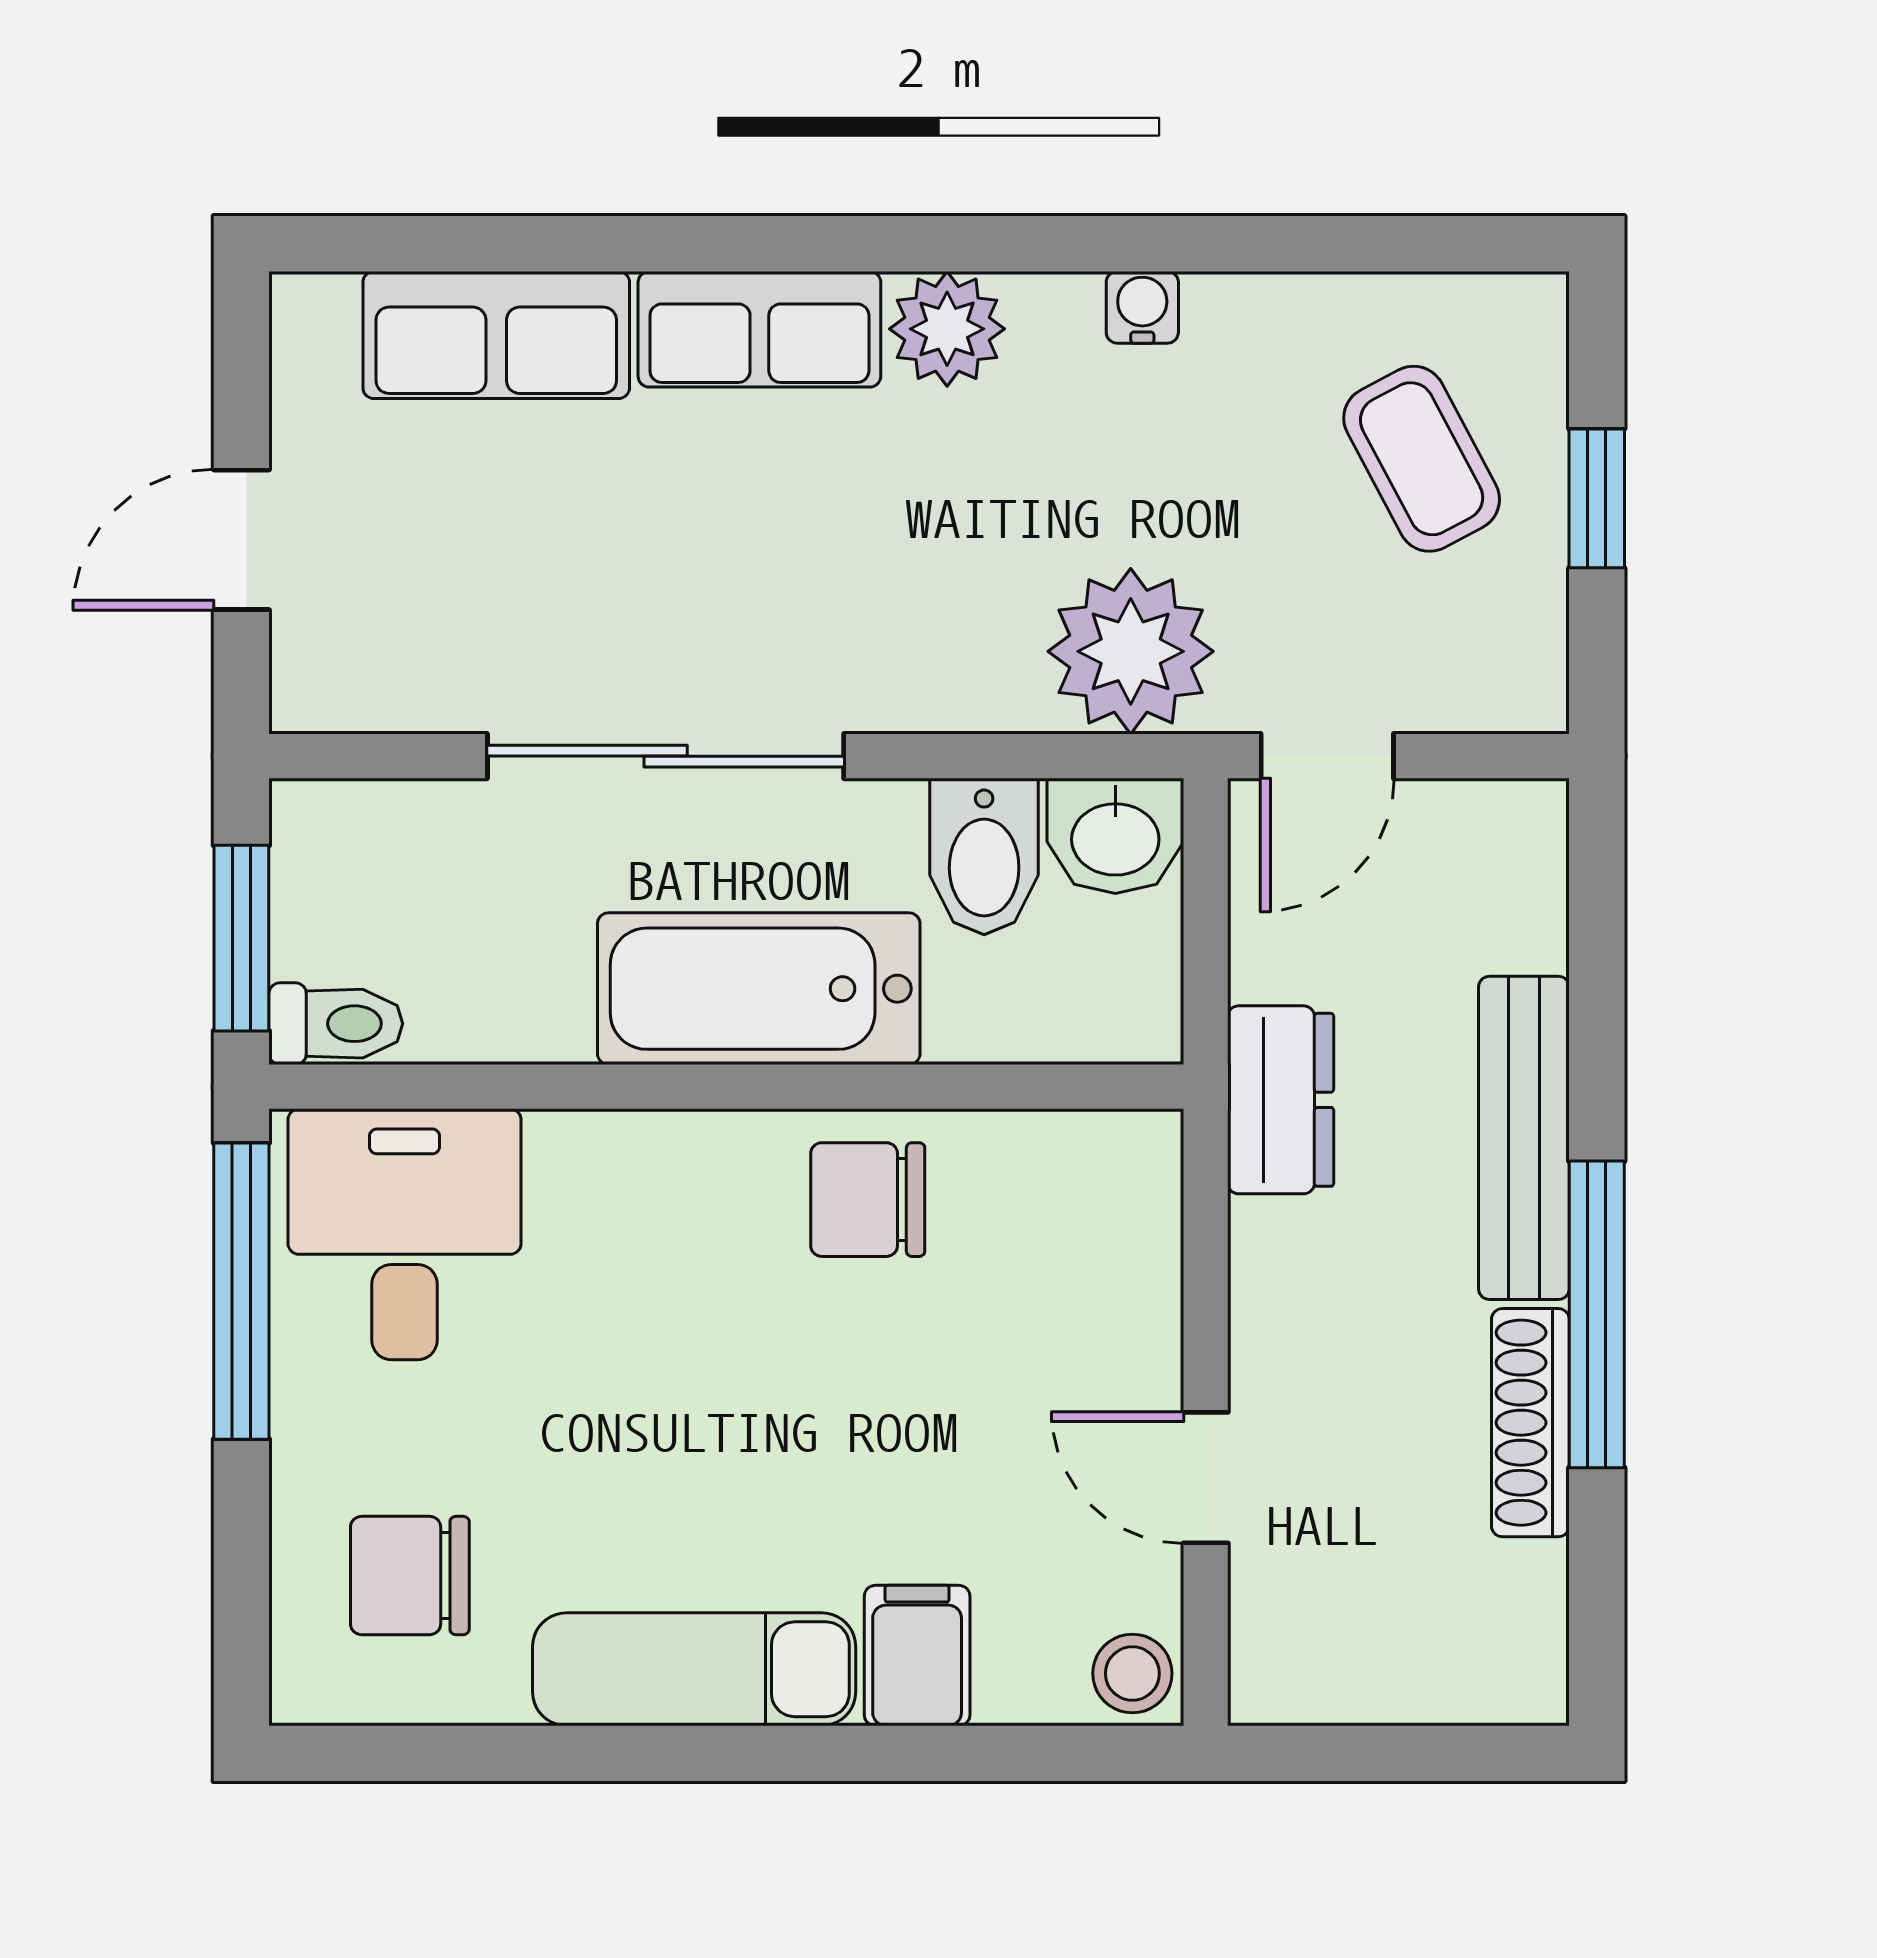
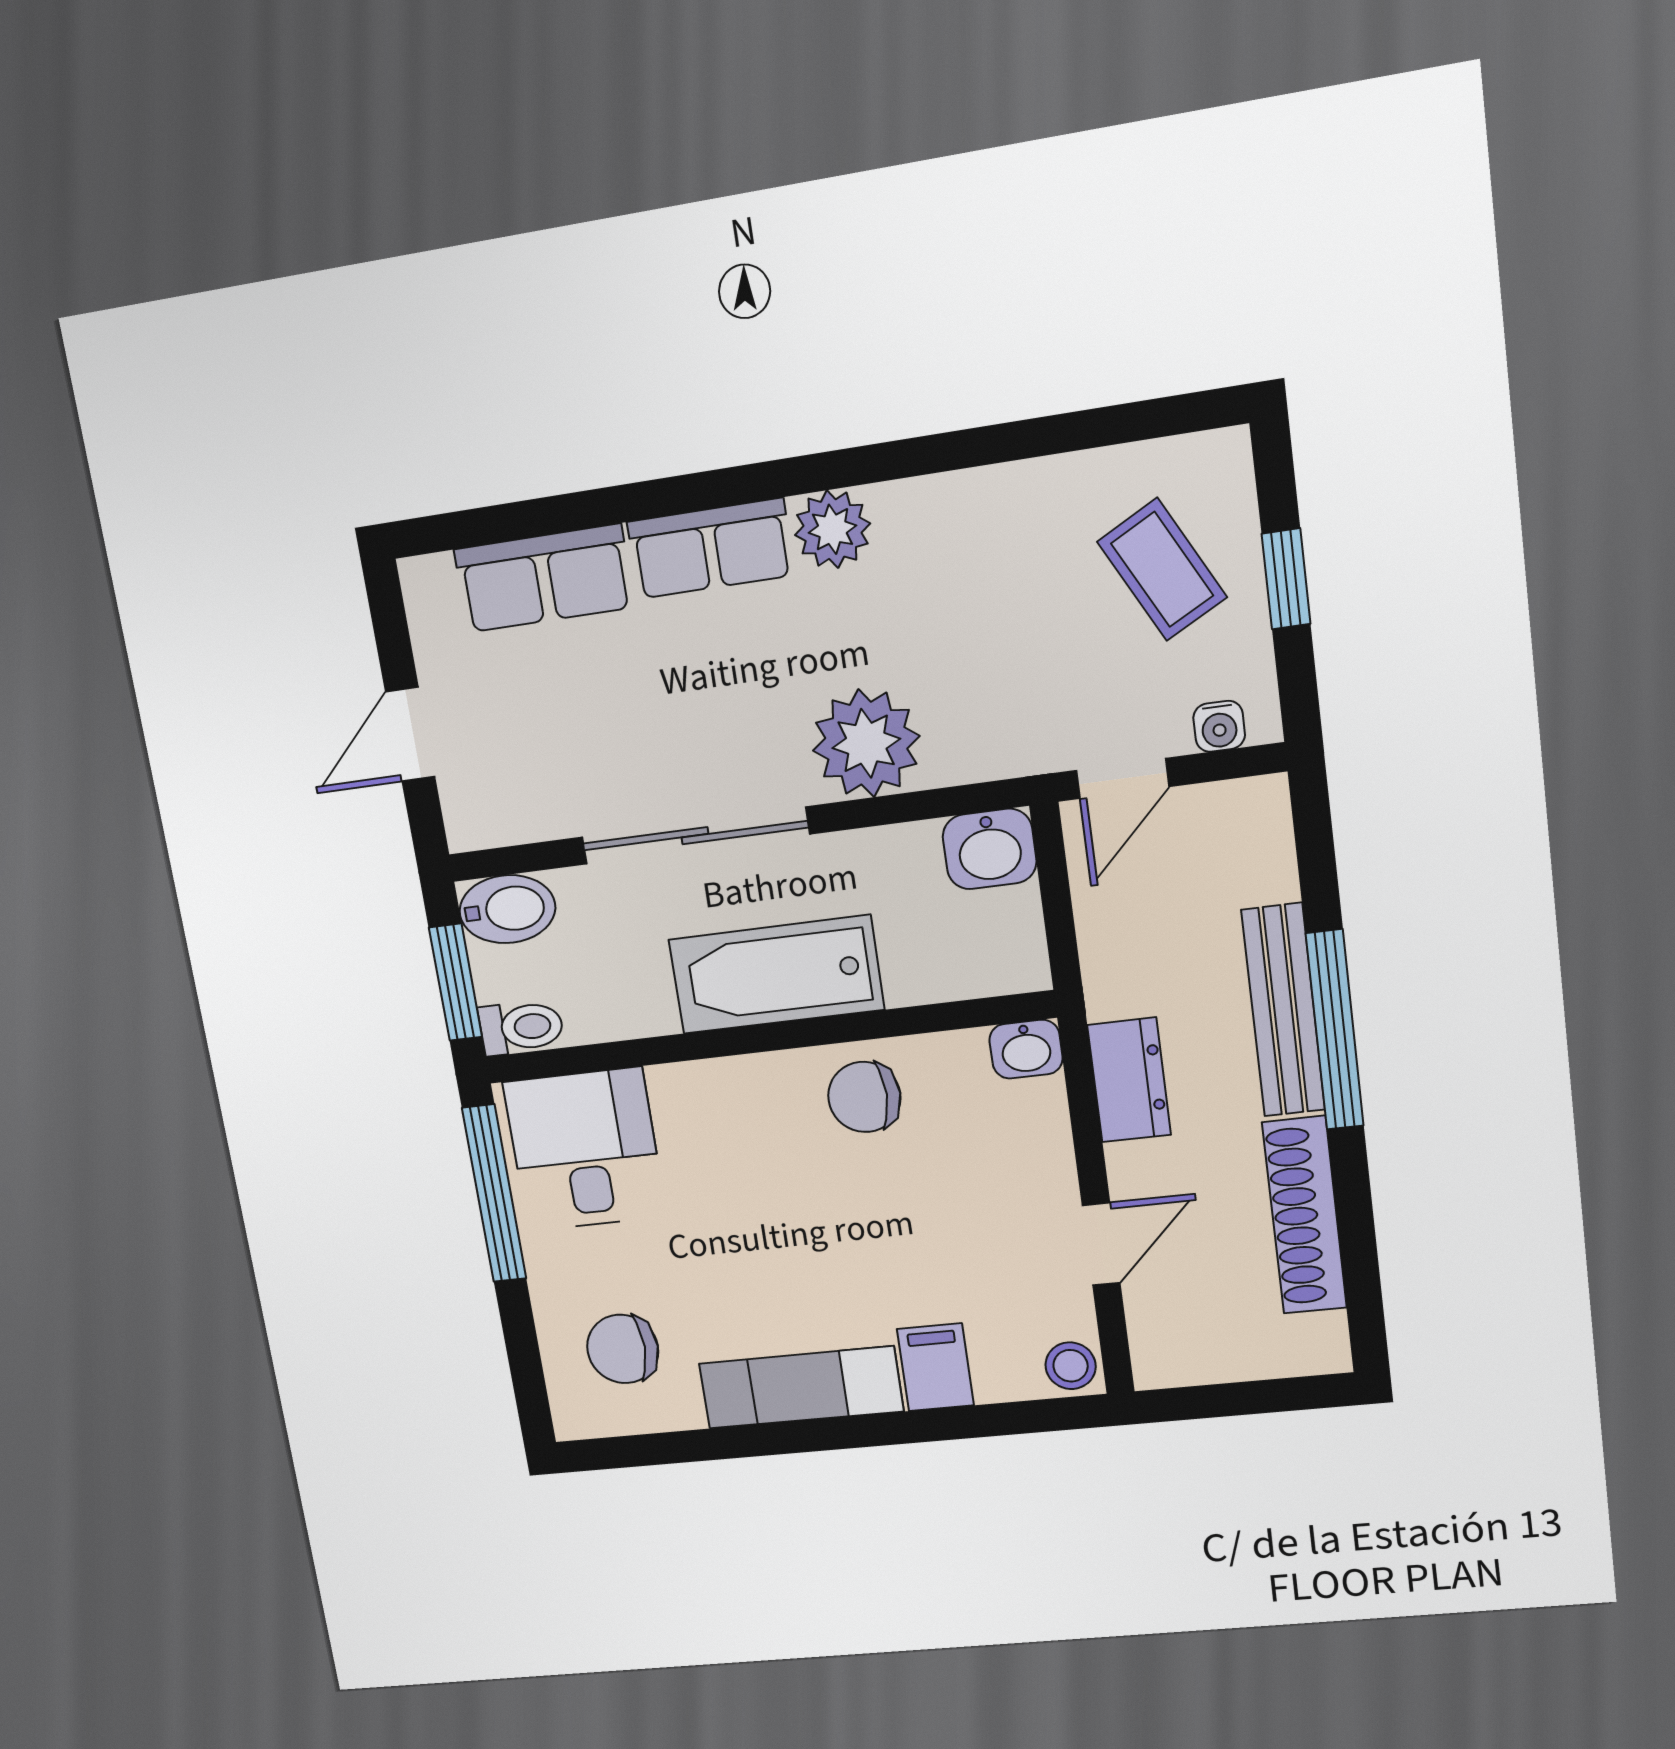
water cooler: (1142, 307) -> (1219, 726), moved, turned 180
plant: (1131, 651) -> (866, 743), moved
bidet: (984, 857) -> (507, 909), moved, turned -90
dresser: (1281, 1100) -> (1129, 1080), moved
washbasin: (1129, 1153) -> (1026, 1049), added
window: (1597, 1314) -> (1335, 1030), moved
shoe rack: (1530, 1423) -> (1305, 1215), width x1.36, depth x1.24
door: (1206, 1478) -> (1101, 1244), swing flipped

